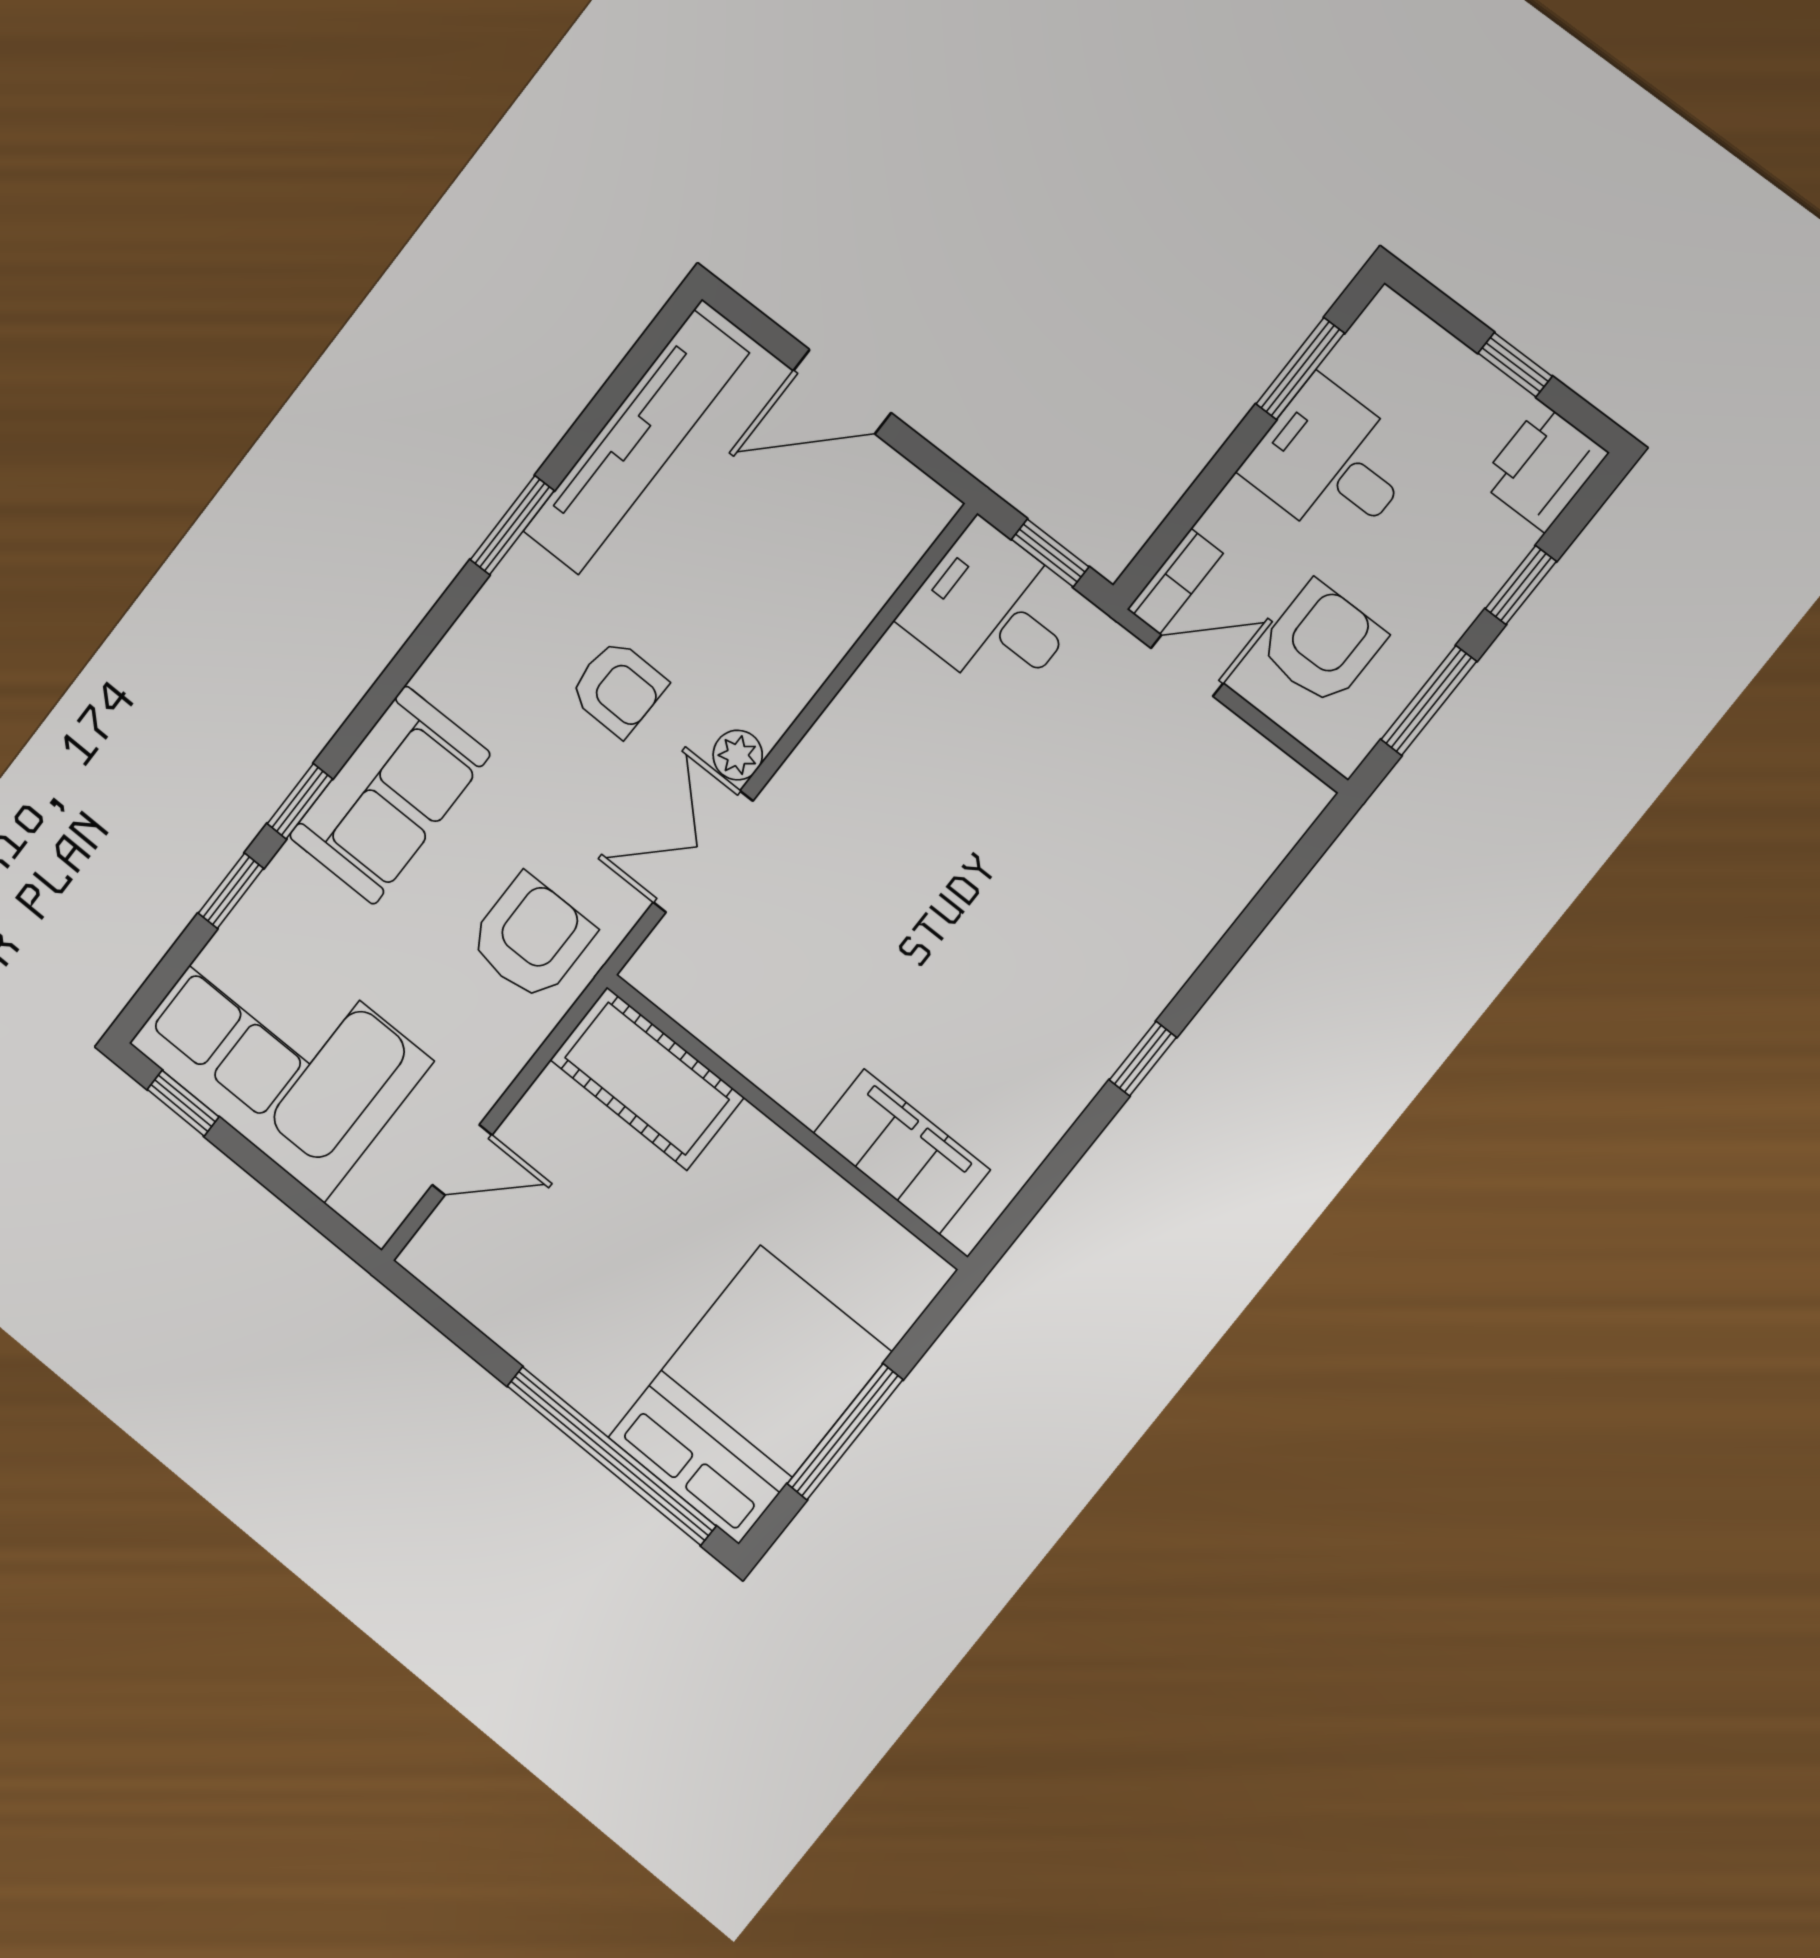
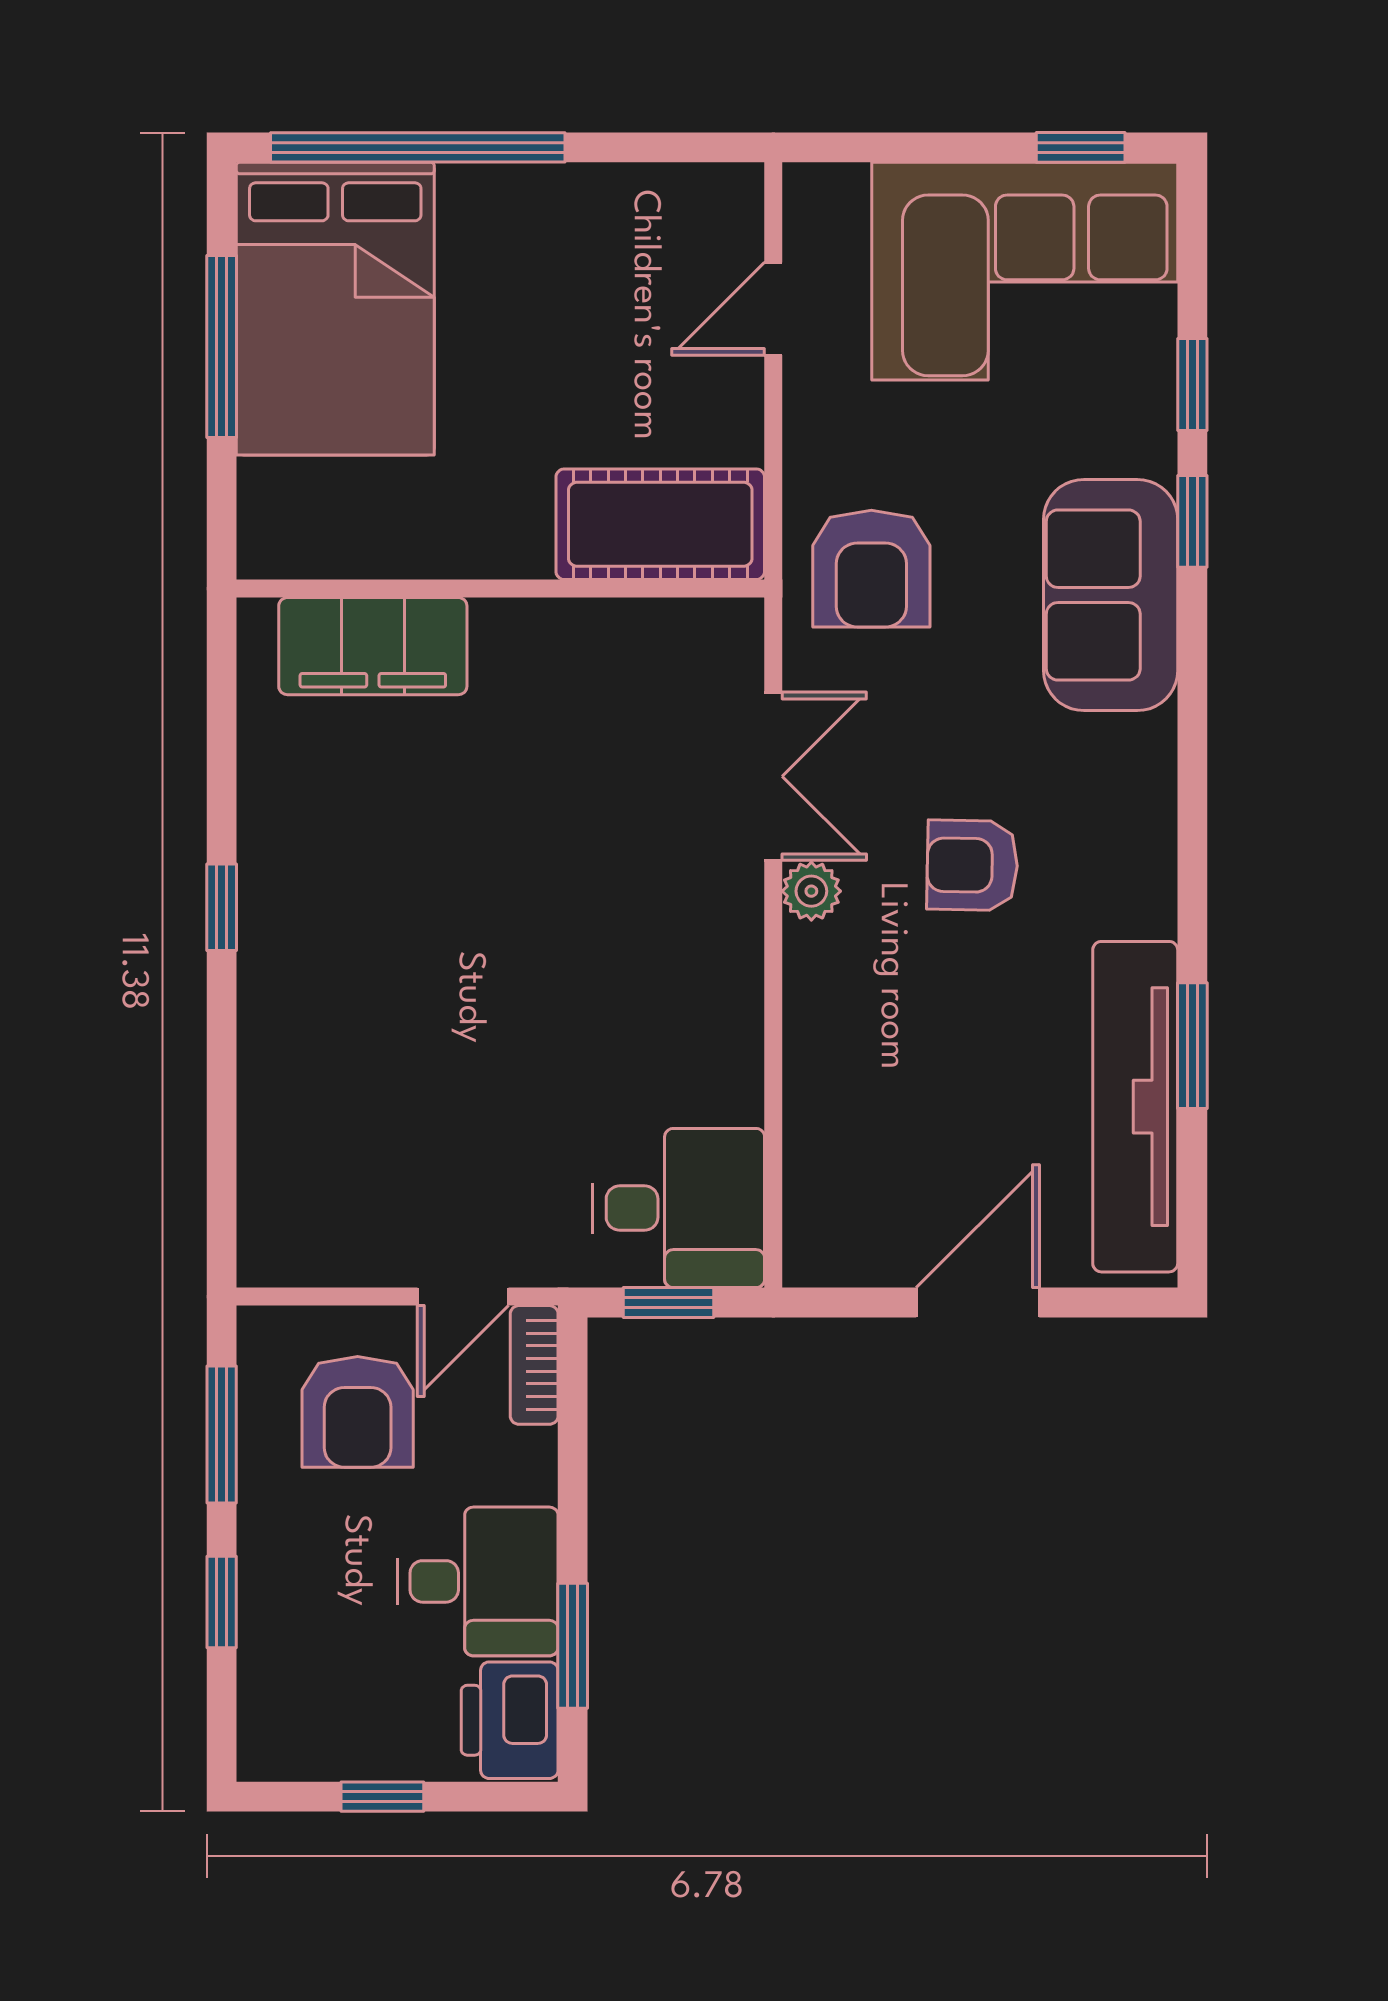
printer: (1543, 467) -> (510, 1720), moved, turned 180
window: (512, 525) -> (1192, 1046), moved

